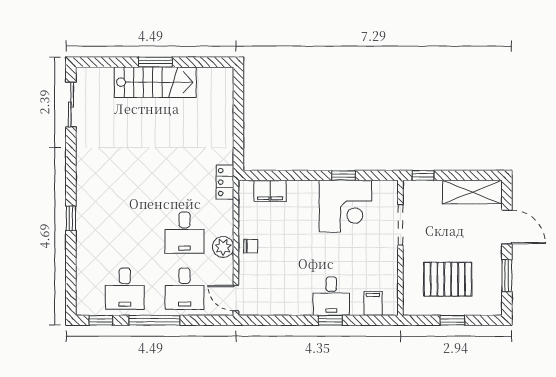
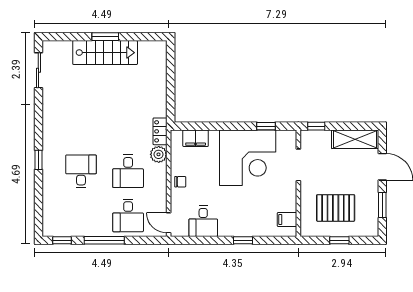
window: (343, 175) -> (266, 126), moved
corner desk: (345, 206) -> (248, 158), width x1.36, depth x1.36
plant: (223, 247) -> (159, 154), moved
desk: (125, 289) -> (81, 171), moved, turned 180
desk: (331, 296) -> (203, 221), moved
filing cabinet: (373, 303) -> (287, 219), moved, turned -90

